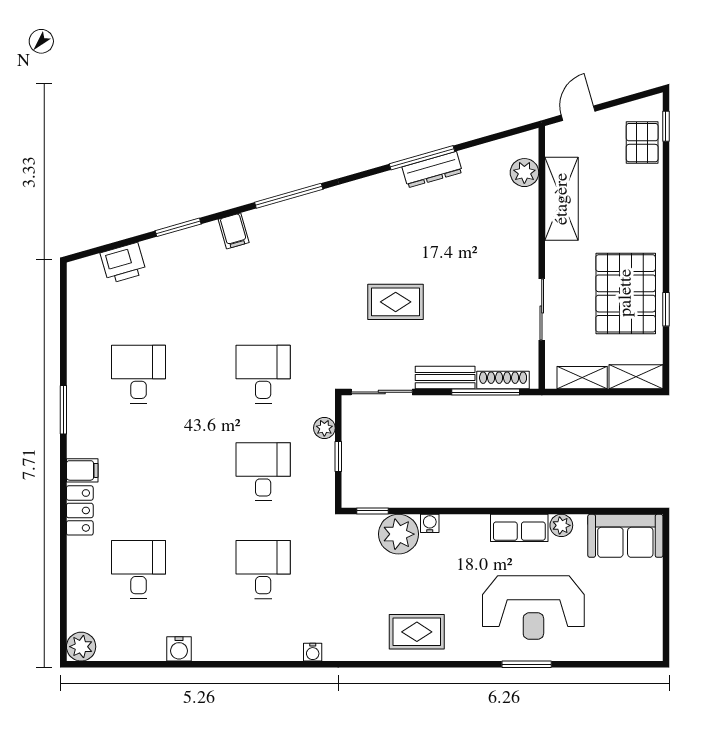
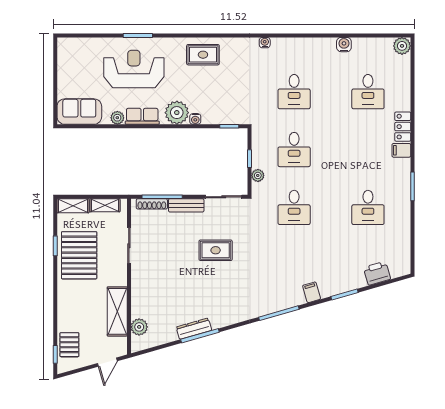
plant: (399, 534) -> (177, 113), moved

